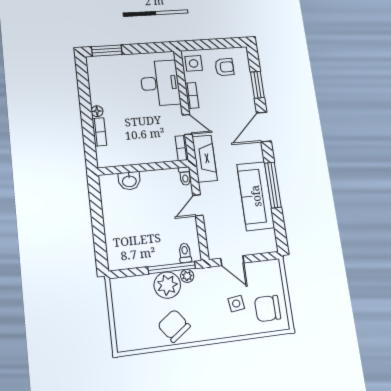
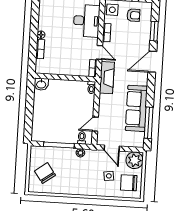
washbasin: (129, 181) -> (41, 84), moved
window: (273, 185) -> (149, 123), moved
door: (198, 205) -> (95, 124), moved
window: (172, 268) -> (59, 145), moved
plant: (167, 285) -> (135, 160), moved
chair: (174, 326) -> (45, 173), moved

